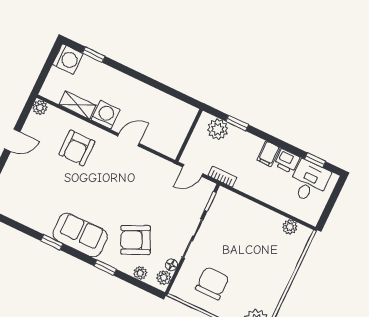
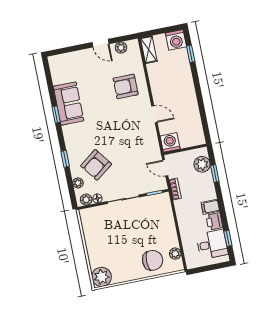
shelving: (78, 105) -> (149, 50), moved
plant: (40, 108) -> (121, 48), moved
washing machine: (106, 115) -> (170, 142), moved, turned -90
sofa: (80, 235) -> (69, 104), moved
armchair: (136, 240) -> (96, 165), turned -102
chair: (212, 283) -> (153, 260), moved

